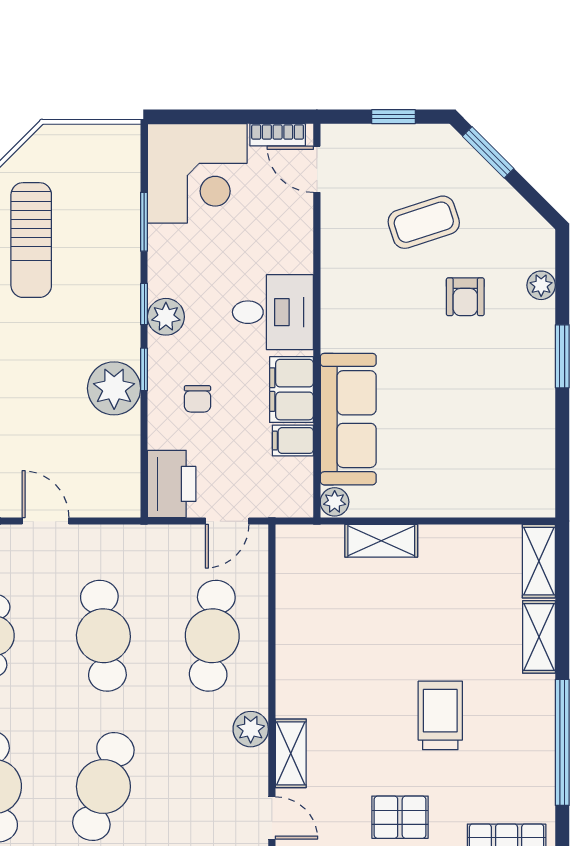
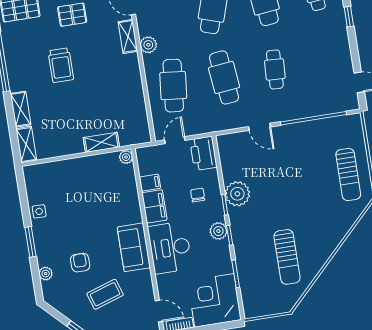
sun lounger: (31, 240) -> (287, 257), turned 180
desk: (273, 312) -> (170, 248), width x1.37
side table: (534, 417) -> (39, 211), added
sofa: (348, 419) -> (134, 247), moved, width x0.73

